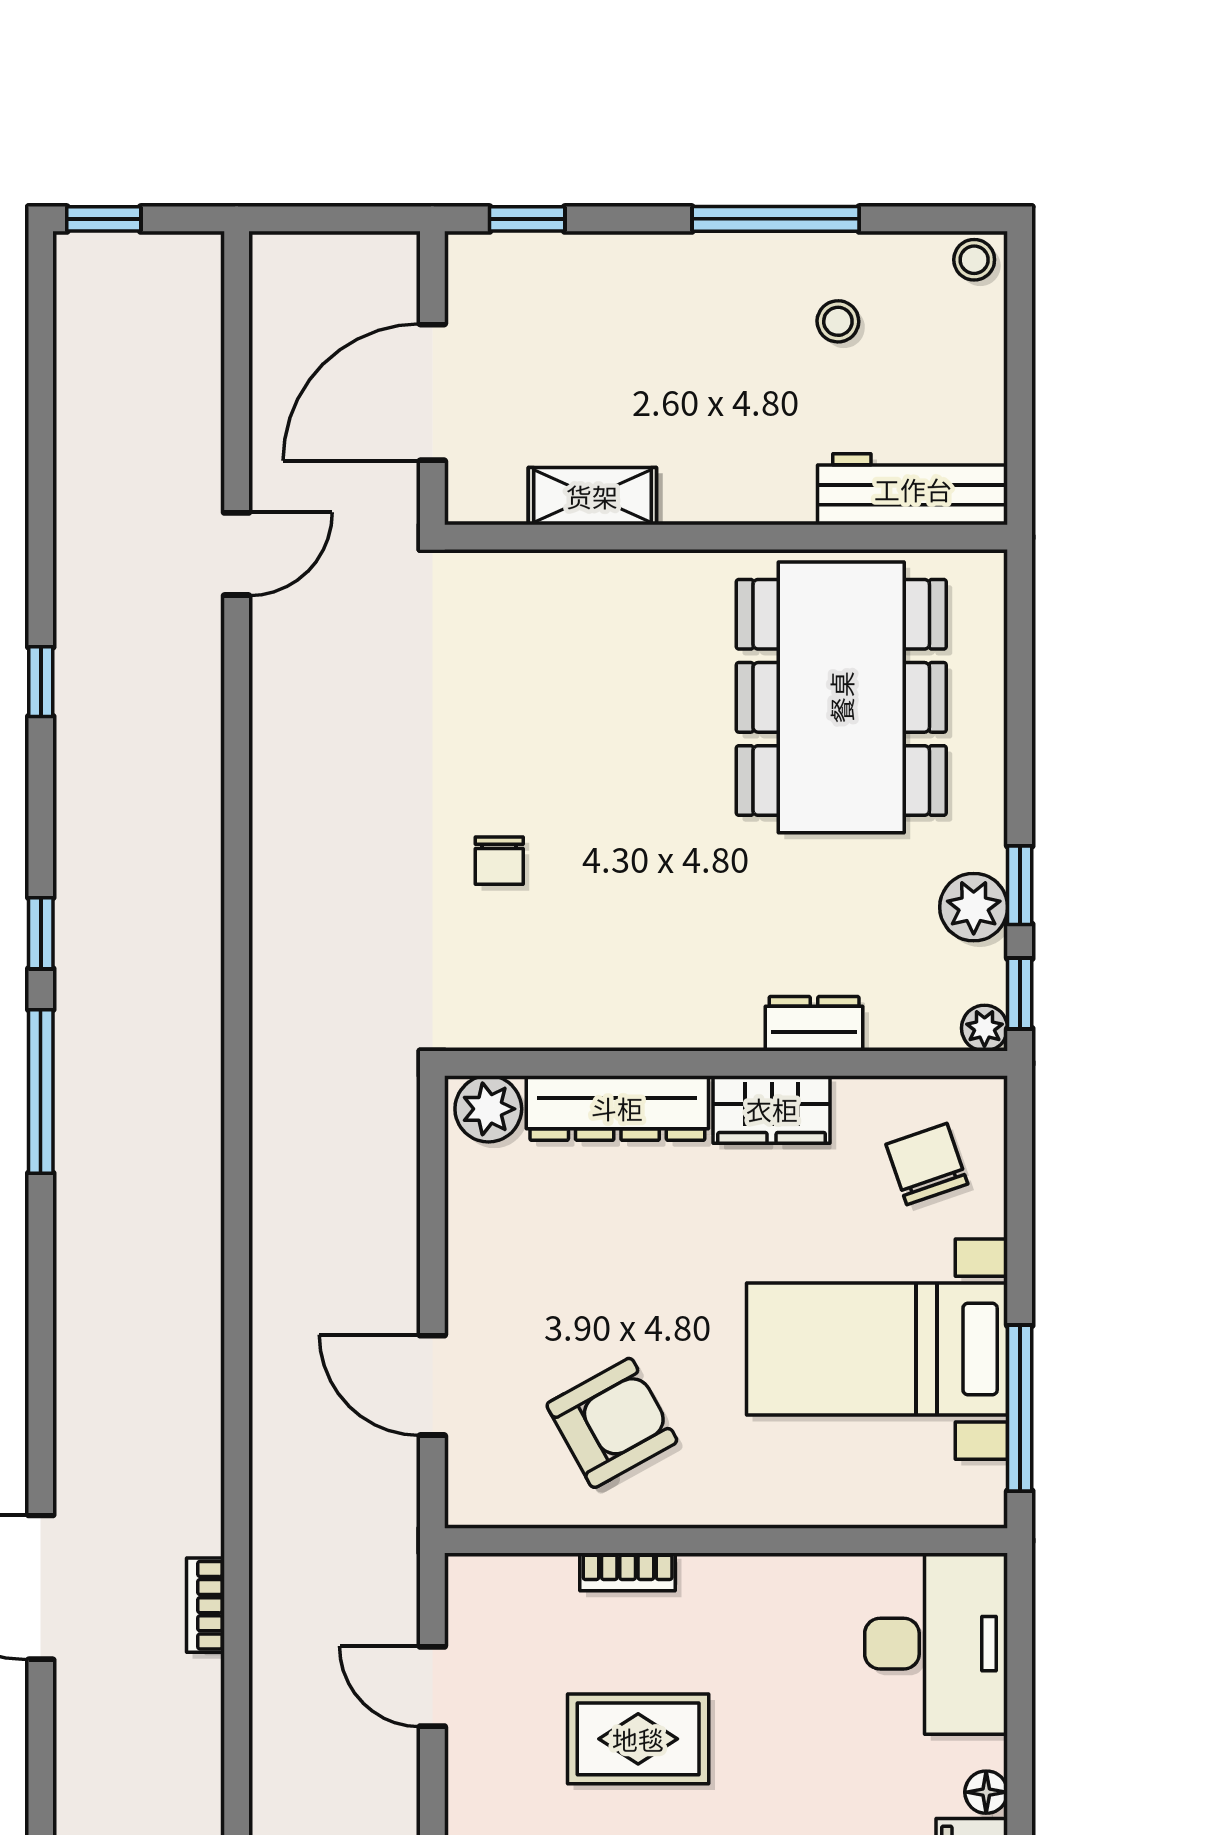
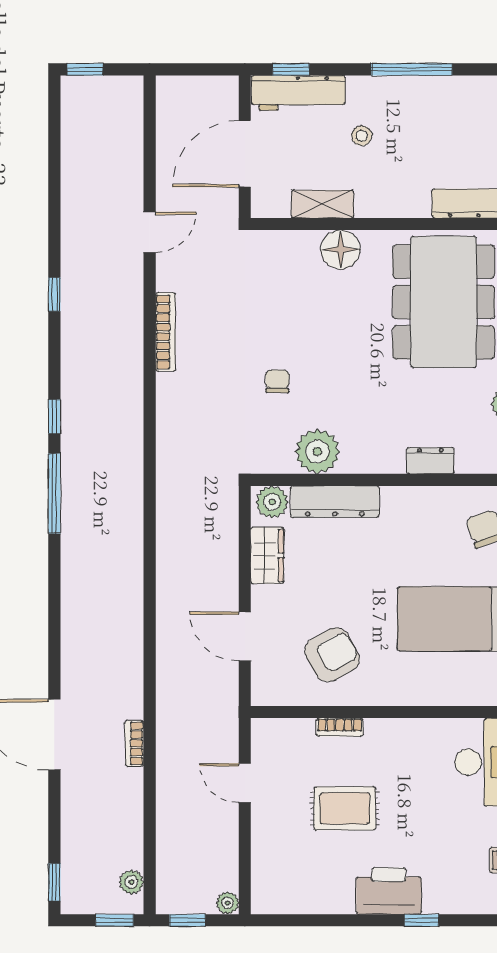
workbench: (542, 267) -> (298, 93), added
stool: (838, 321) -> (362, 136), moved
floor lamp: (629, 590) -> (341, 250), added
bookcase: (269, 759) -> (166, 332), added
chair: (499, 861) -> (277, 381), turned 180
plant: (581, 1005) -> (317, 451), added
wardrobe: (772, 1109) -> (267, 555), moved, turned -90

